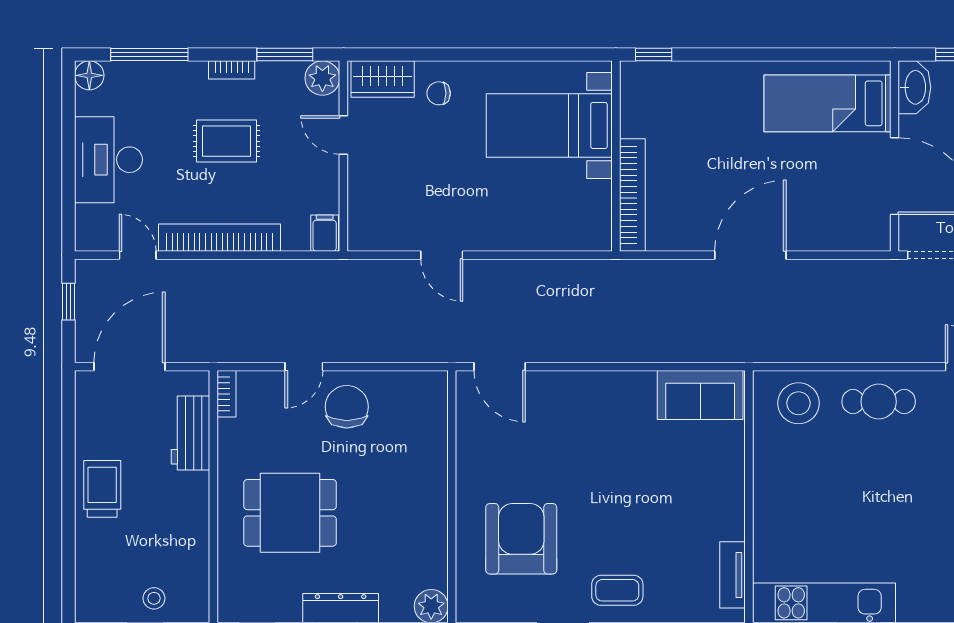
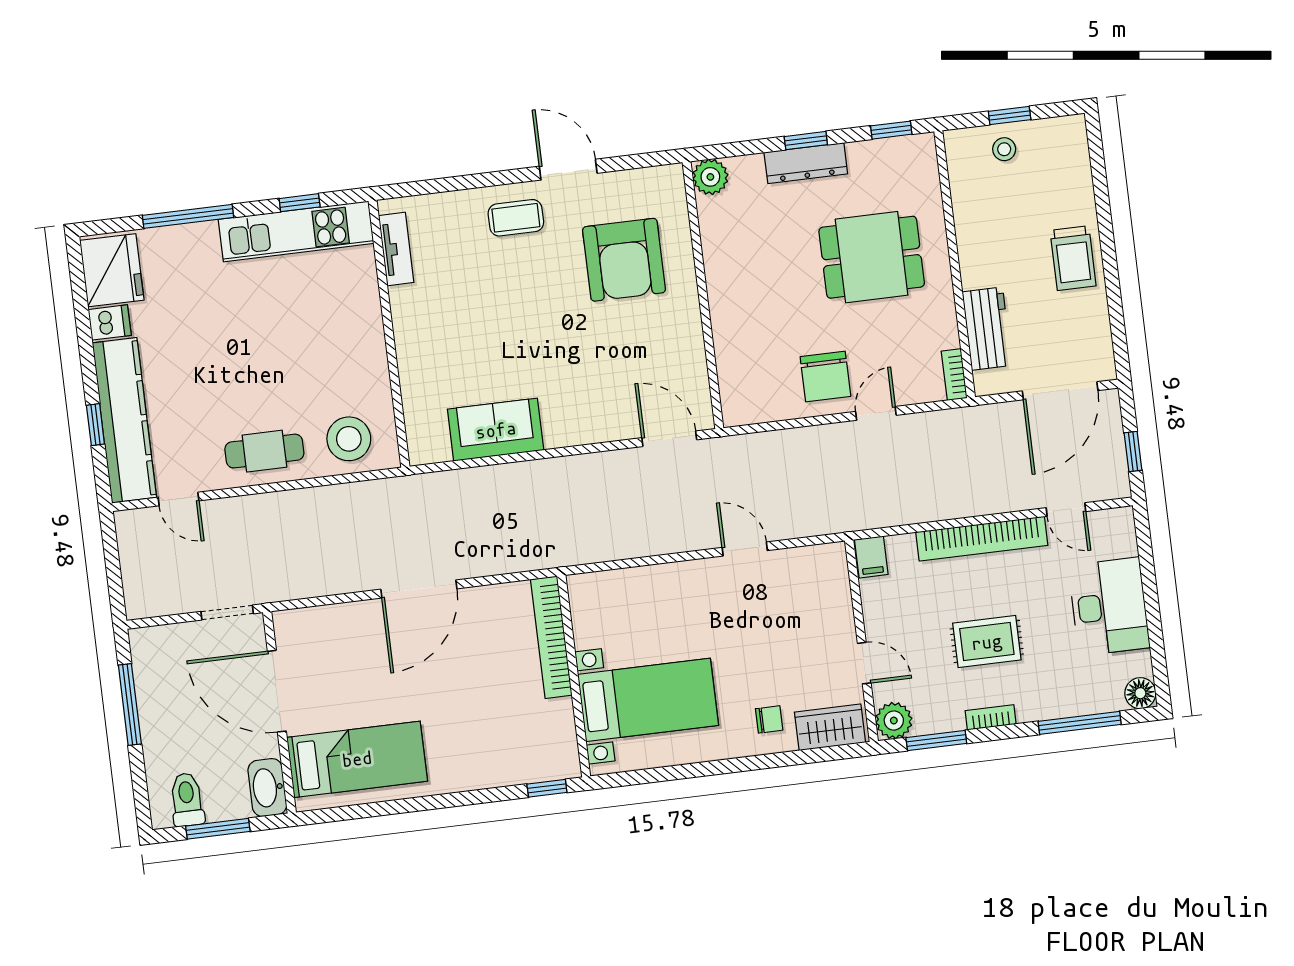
sofa: (700, 395) -> (496, 430), moved

